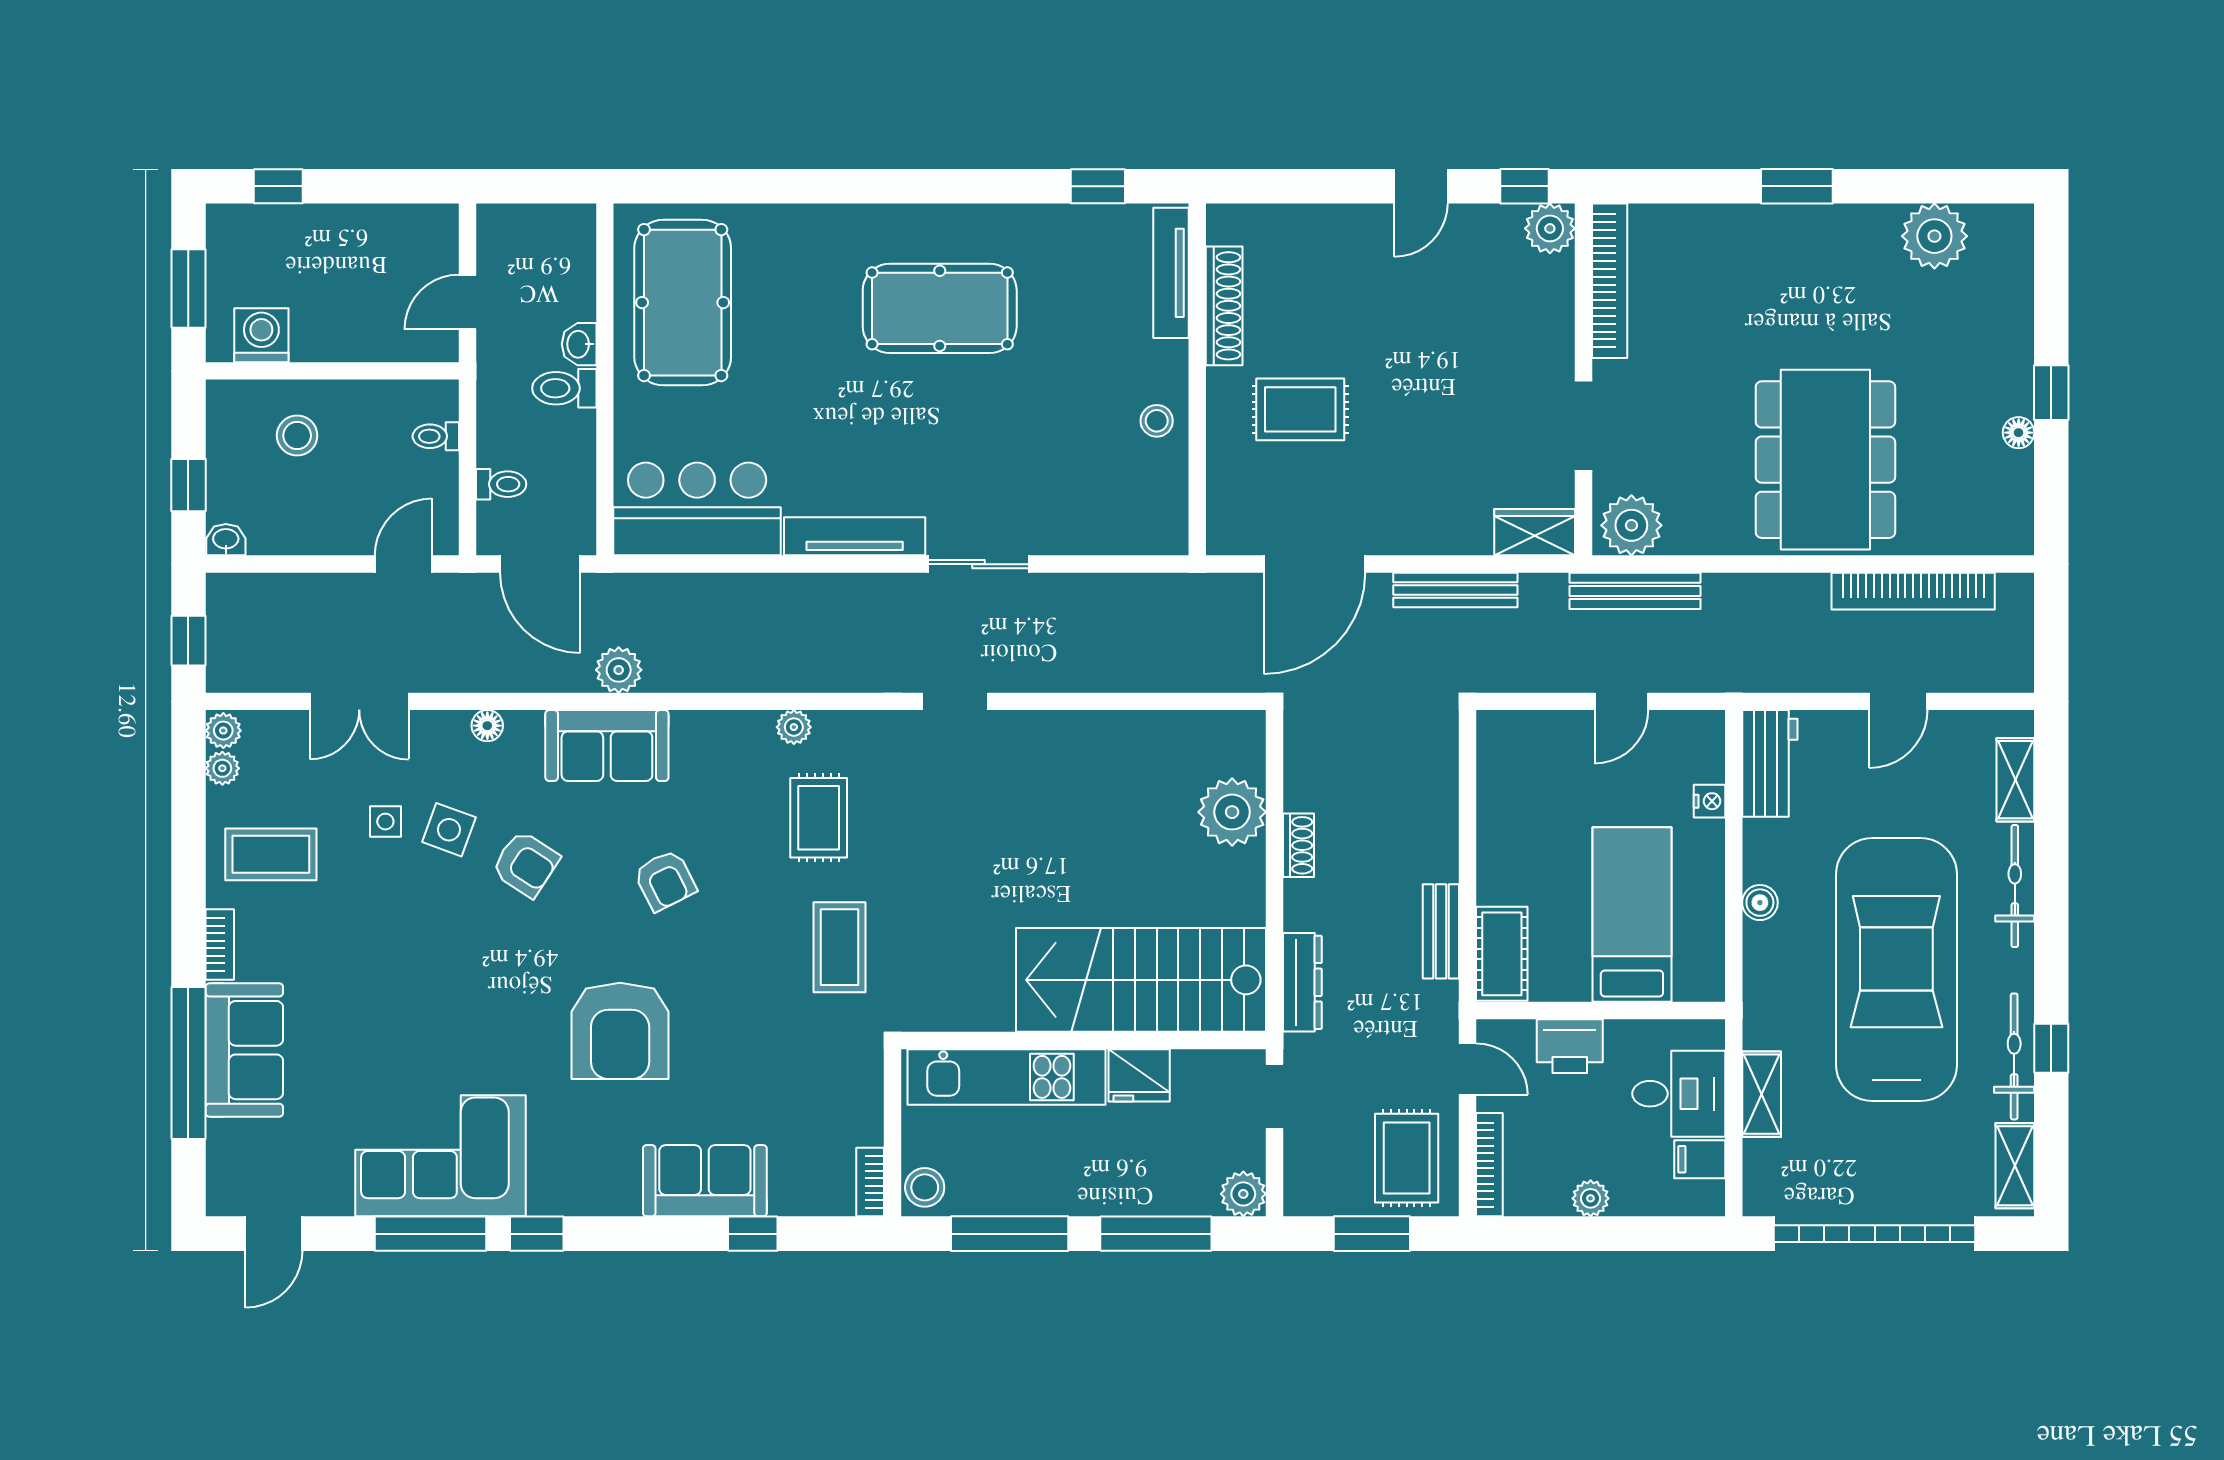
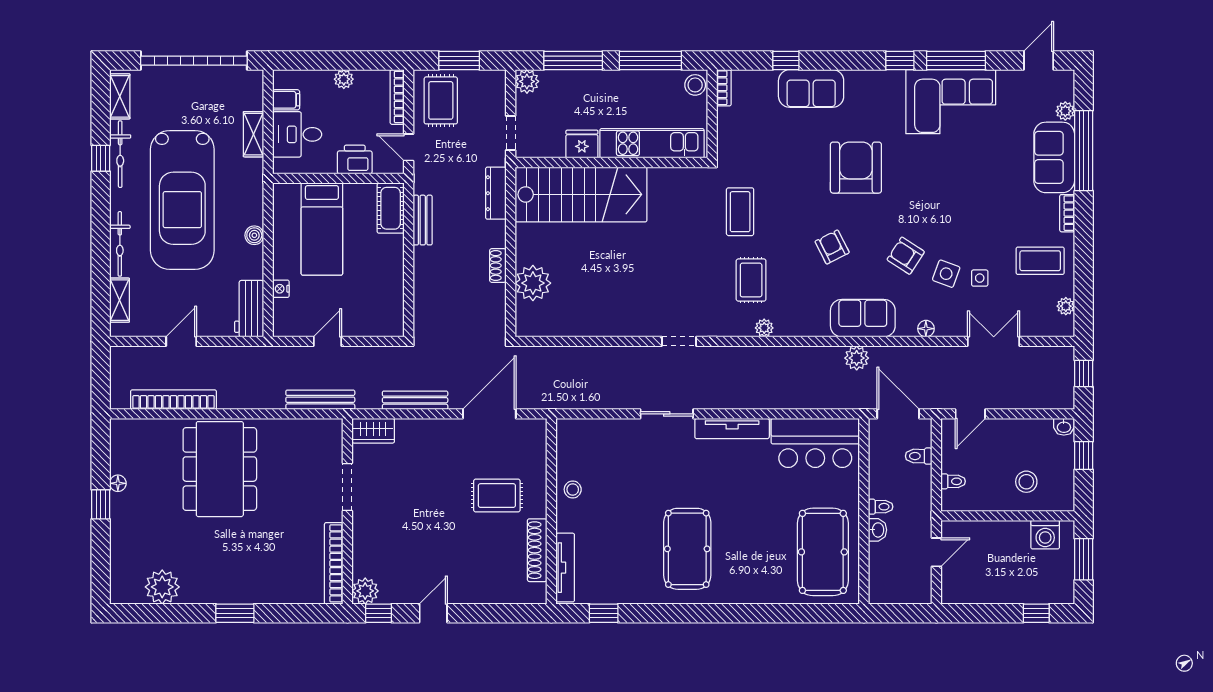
pool table: (940, 308) -> (687, 549), turned 90
toilet: (564, 388) -> (881, 507), width x0.73, depth x0.72
plant: (1631, 525) -> (322, 434), removed
plant: (223, 731) -> (1065, 111), moved

